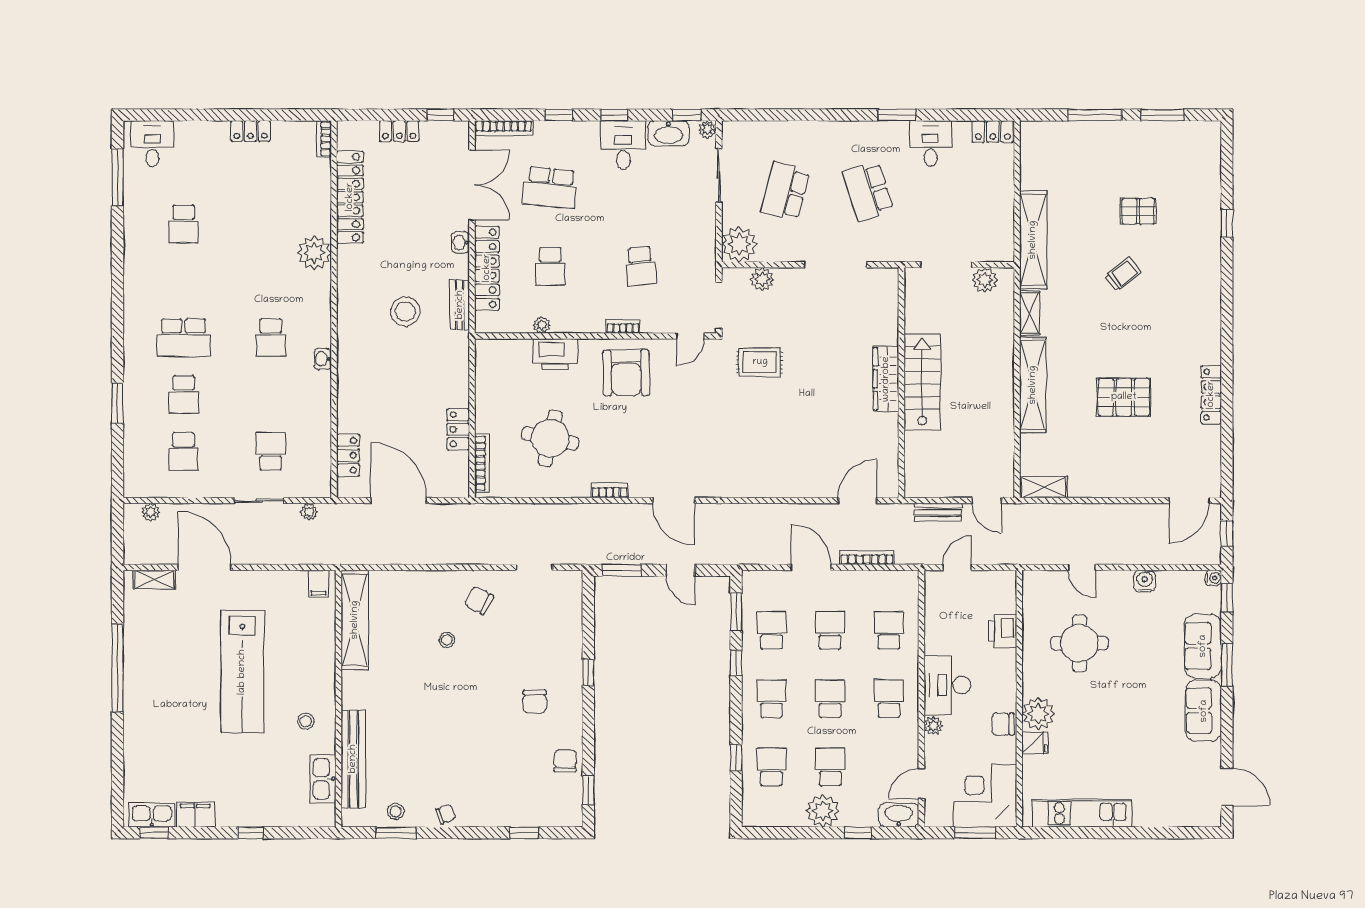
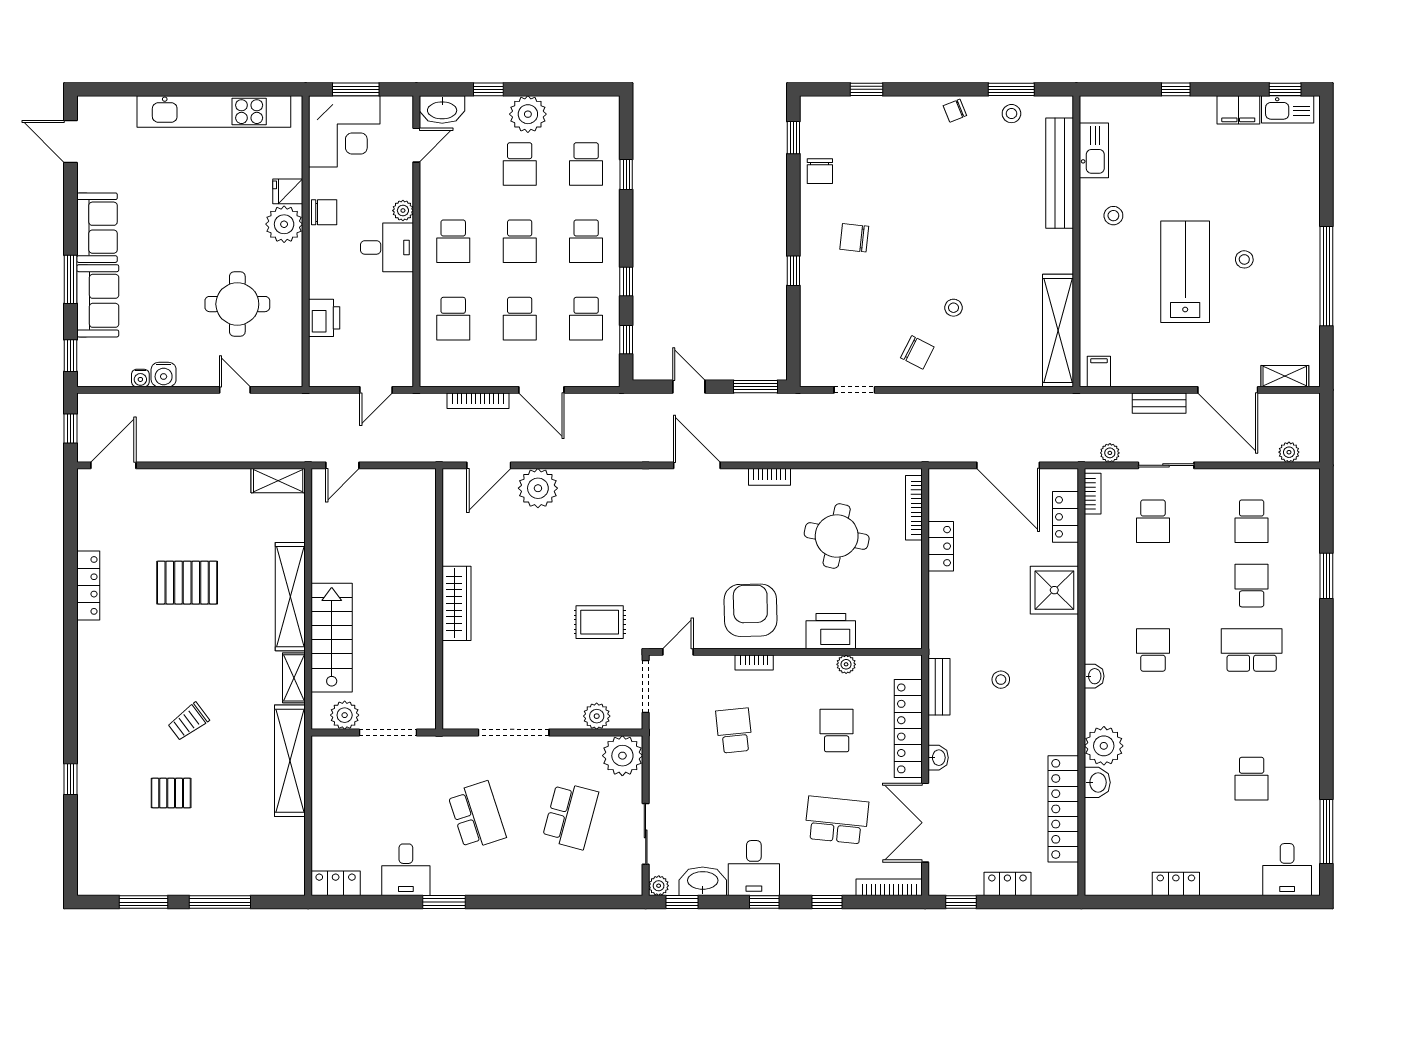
bookcase: (324, 139) -> (1093, 494), moved
washbasin: (320, 221) -> (1097, 782), added
school desk: (184, 224) -> (1252, 779), turned 180
stool: (405, 311) -> (1001, 680), width x0.53, depth x0.53
washbasin: (323, 359) -> (1094, 676), moved
stairs: (922, 382) -> (332, 638), moved, turned 180
shower: (358, 390) -> (1054, 590), added
school desk: (184, 451) -> (1252, 521), turned 180
plant: (814, 480) -> (538, 488), added
door: (987, 501) -> (342, 465), swing flipped
bench: (938, 512) -> (1159, 403), moved
water cooler: (1214, 578) -> (140, 378), moved, turned -90
window: (736, 612) -> (626, 340), width x0.67
lab bench: (242, 672) -> (1185, 272), width x0.73
stool: (190, 683) -> (1244, 259), added
desk: (947, 685) -> (387, 247), width x0.73
chair: (535, 702) -> (854, 238), turned -84
kitchen unit: (1082, 813) -> (214, 112), width x1.36

